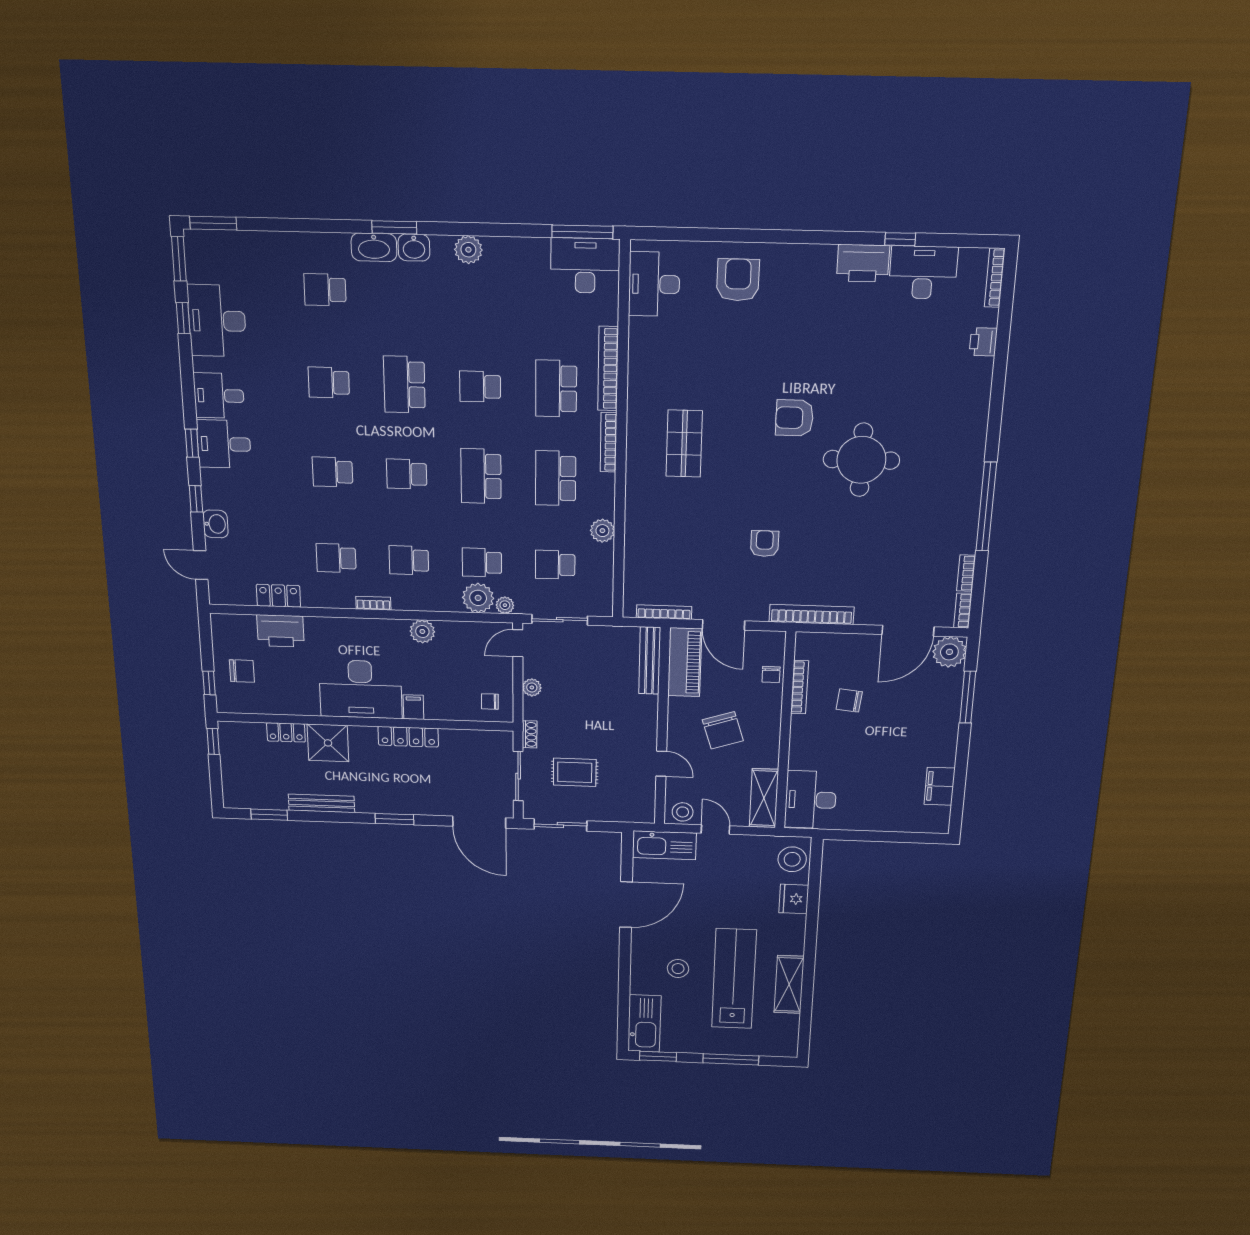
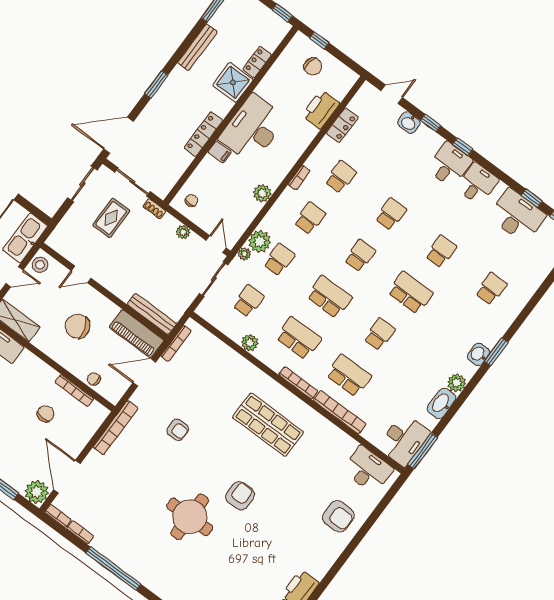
washbasin: (374, 247) -> (442, 403), moved
shop shelf: (684, 444) -> (268, 425), width x1.43, depth x1.36
chair: (242, 671) -> (313, 66), turned -81

